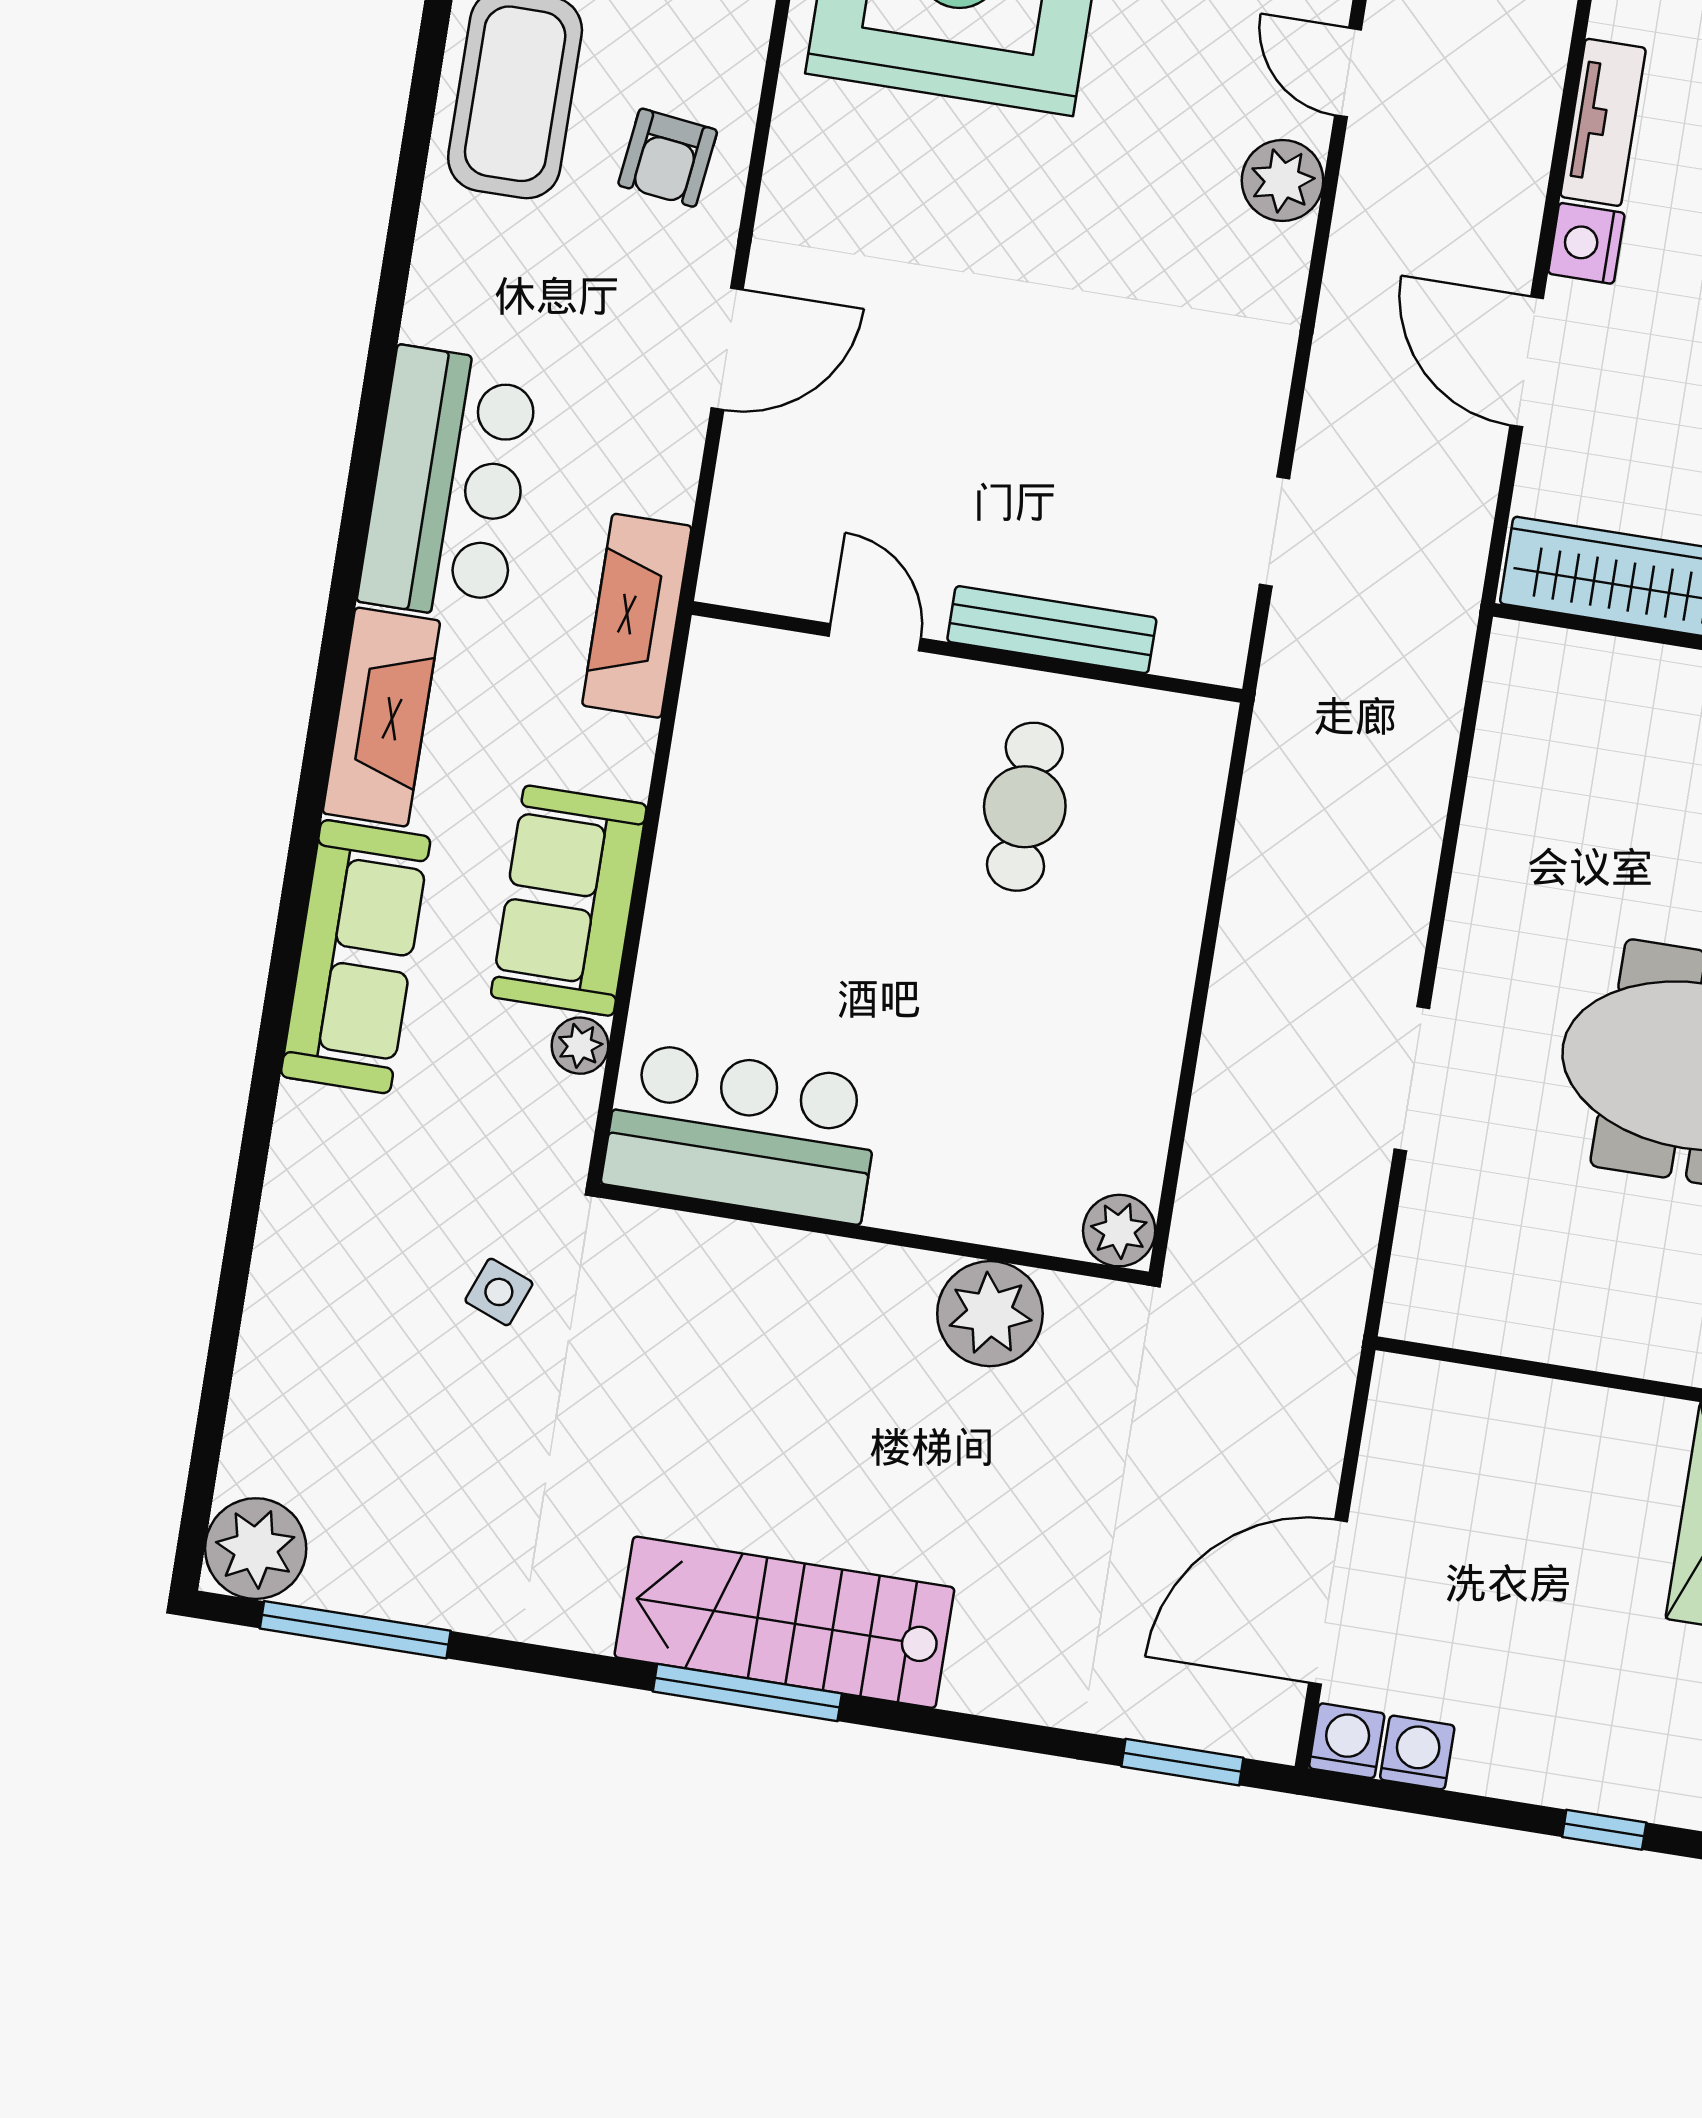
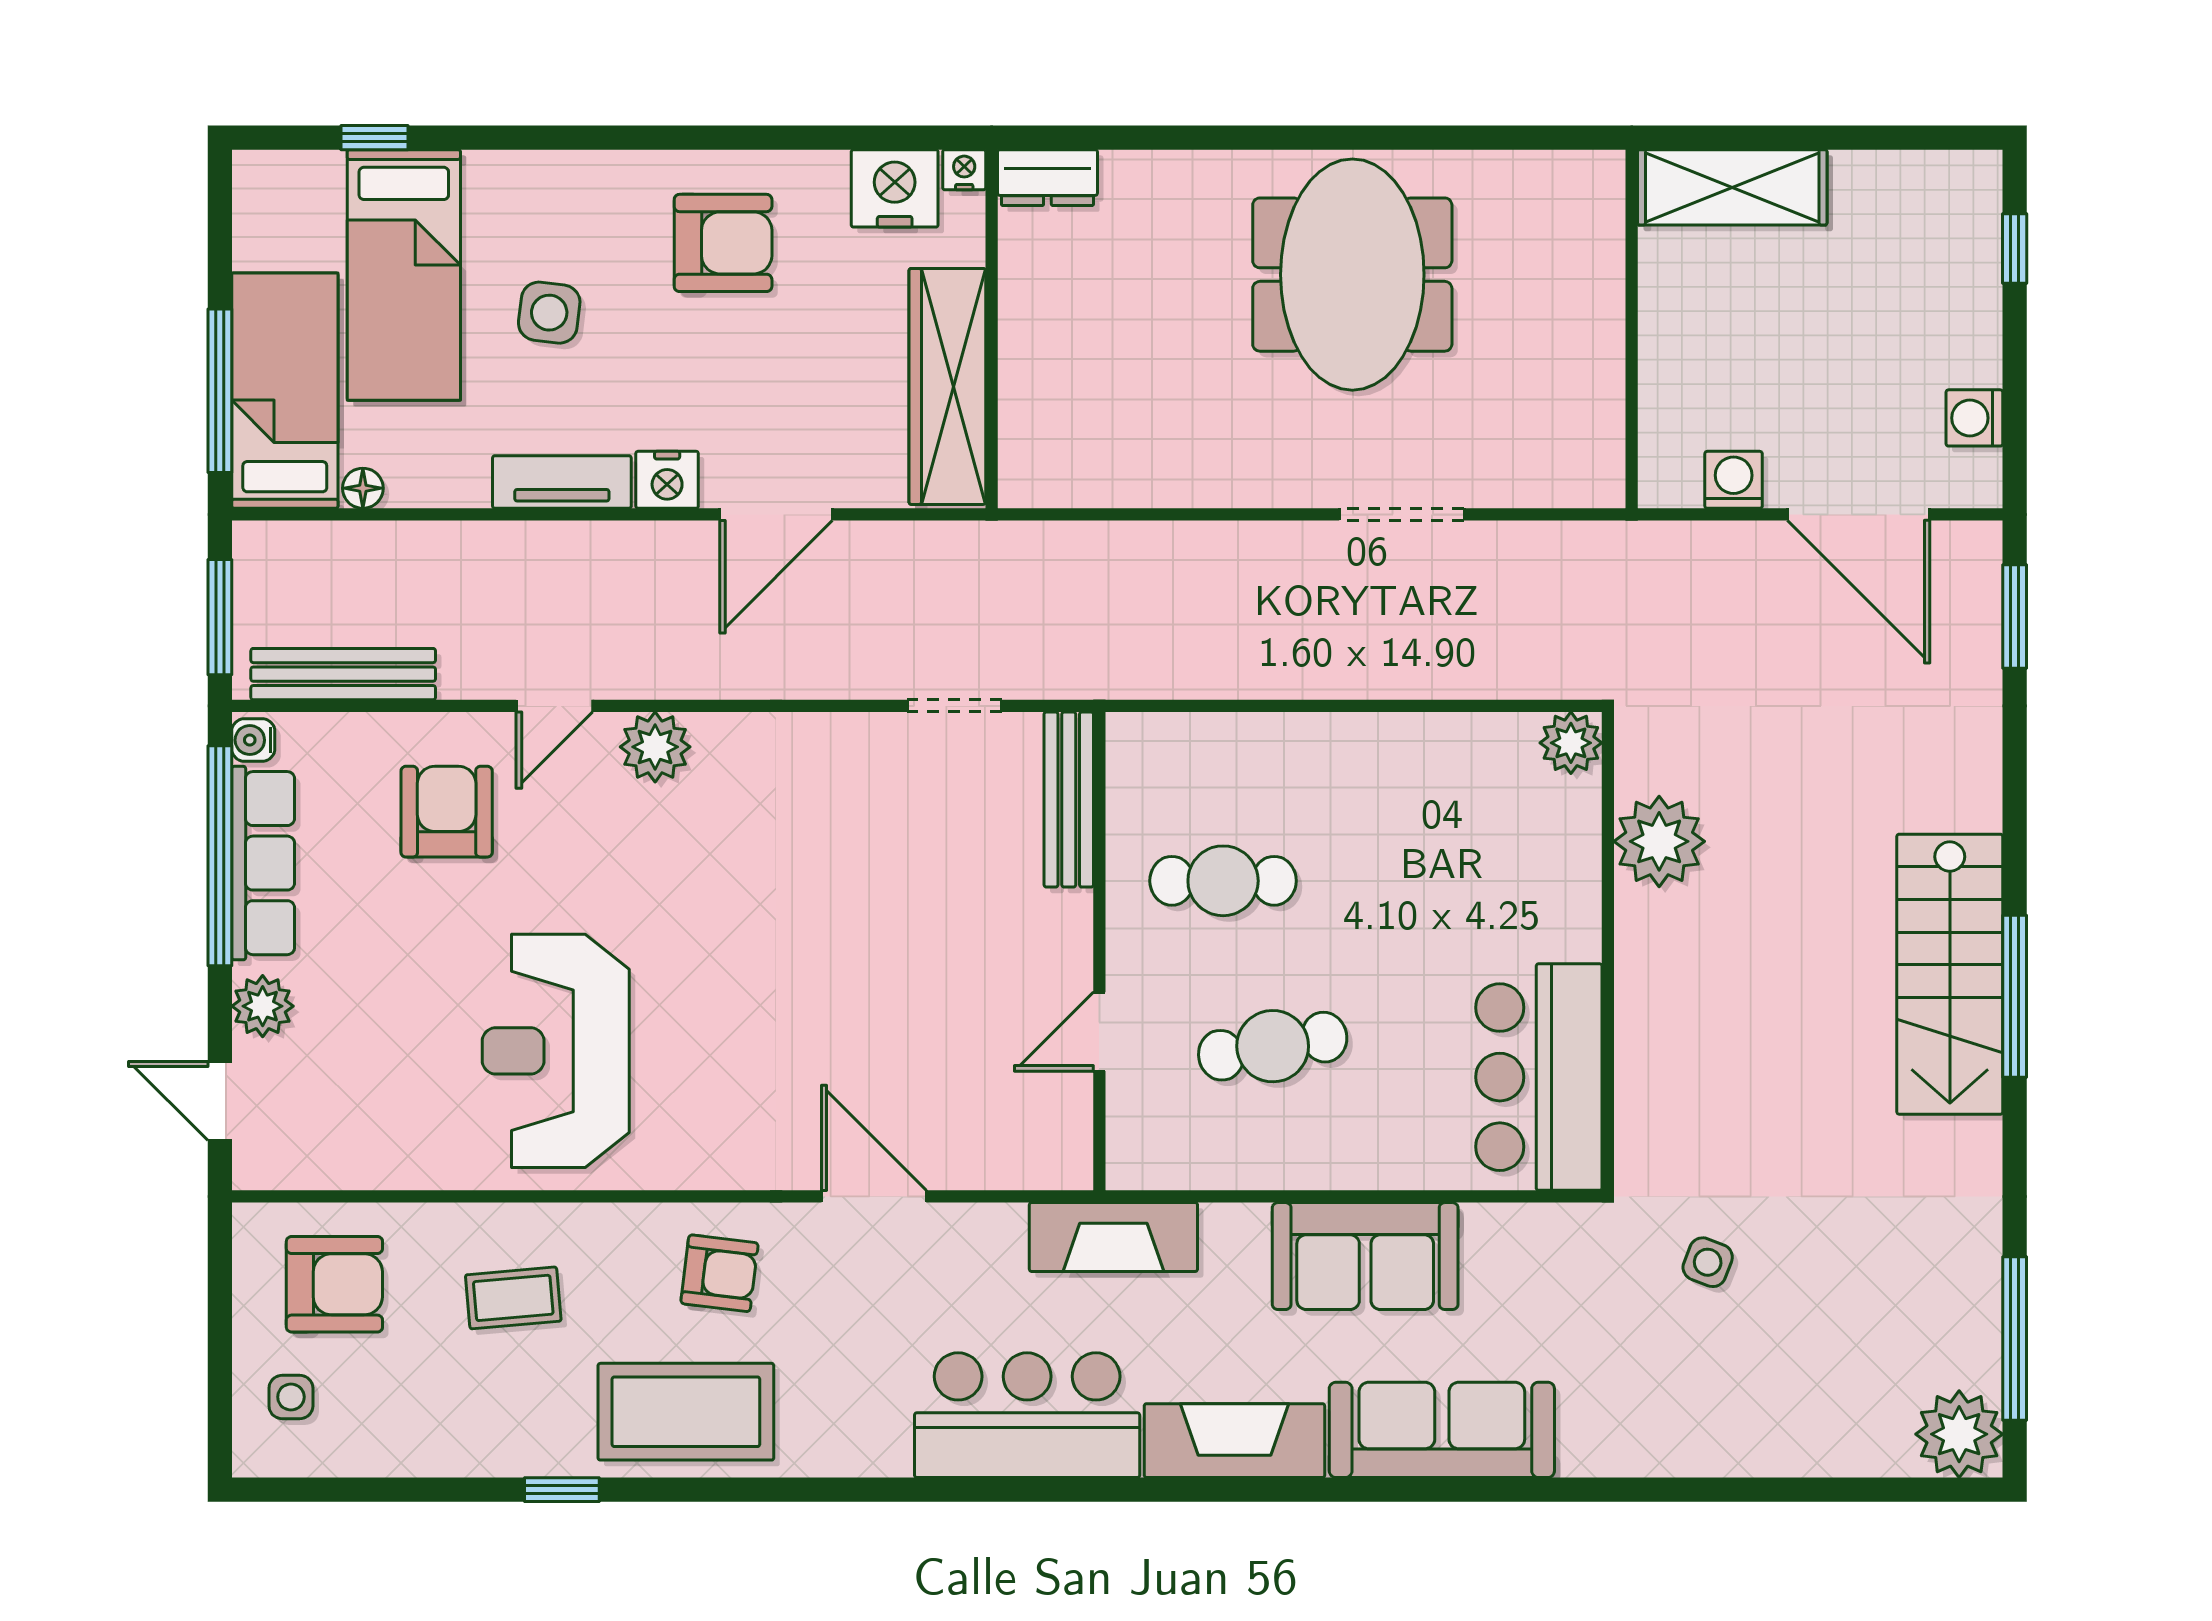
bench: (1052, 630) -> (1069, 800), moved
cafe table: (826, 833) -> (1273, 1046), added
plant: (580, 1046) -> (1487, 1227), removed
washing machine: (1347, 1741) -> (1734, 480), moved, turned 90

